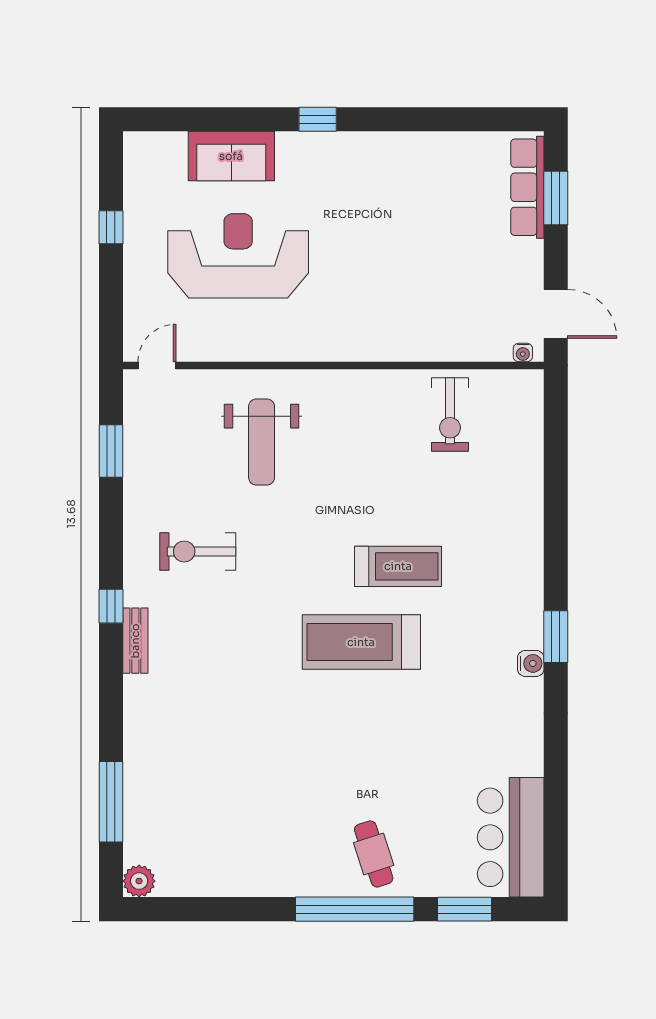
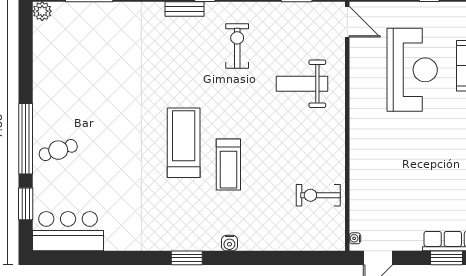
door: (157, 366) -> (347, 22), width x1.38
water cooler: (531, 663) -> (229, 243), moved

